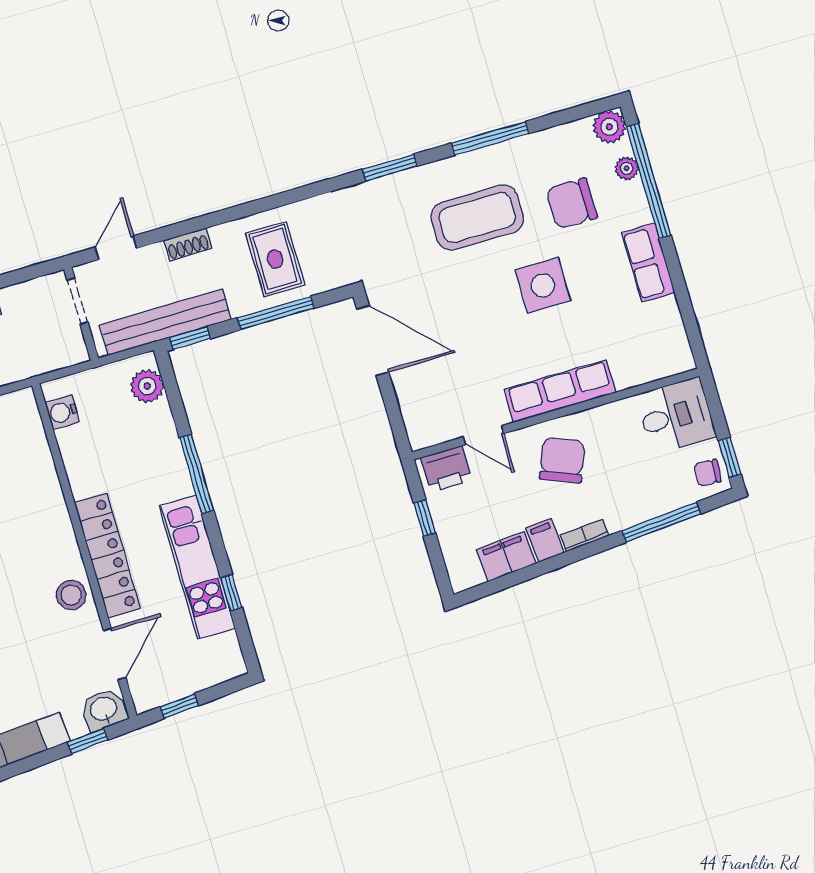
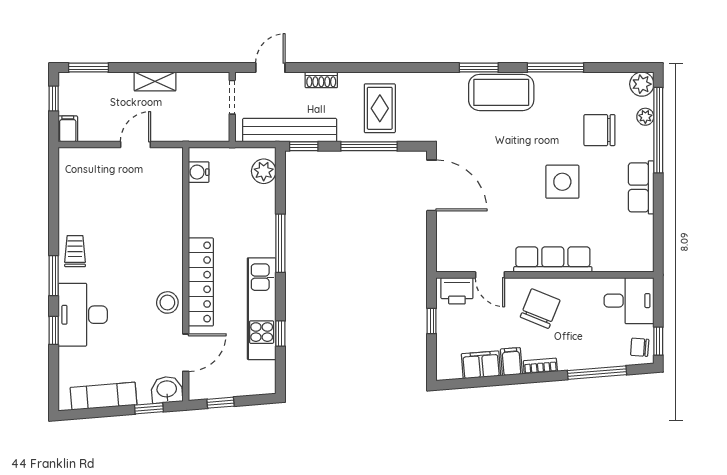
coffee table: (477, 218) -> (501, 92), moved

